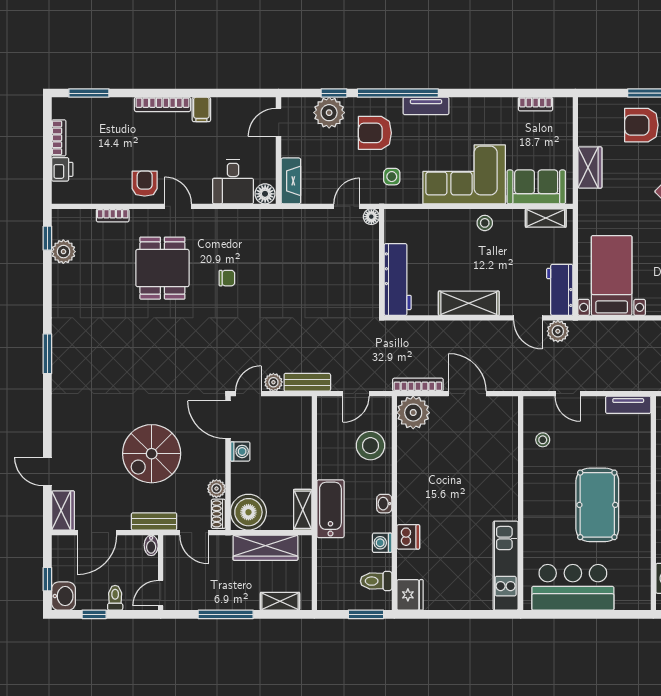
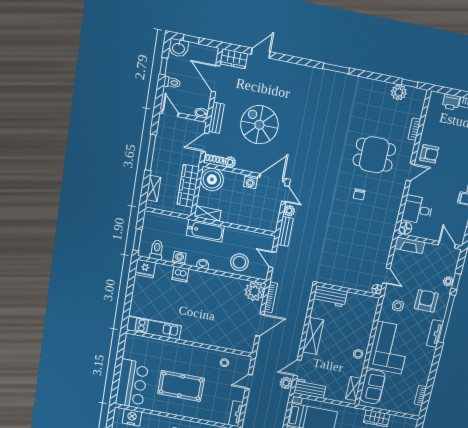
plant: (329, 113) -> (448, 281), width x0.53, depth x0.53
workbench: (398, 280) -> (330, 296), width x0.73
bar counter: (573, 587) -> (132, 384), moved

